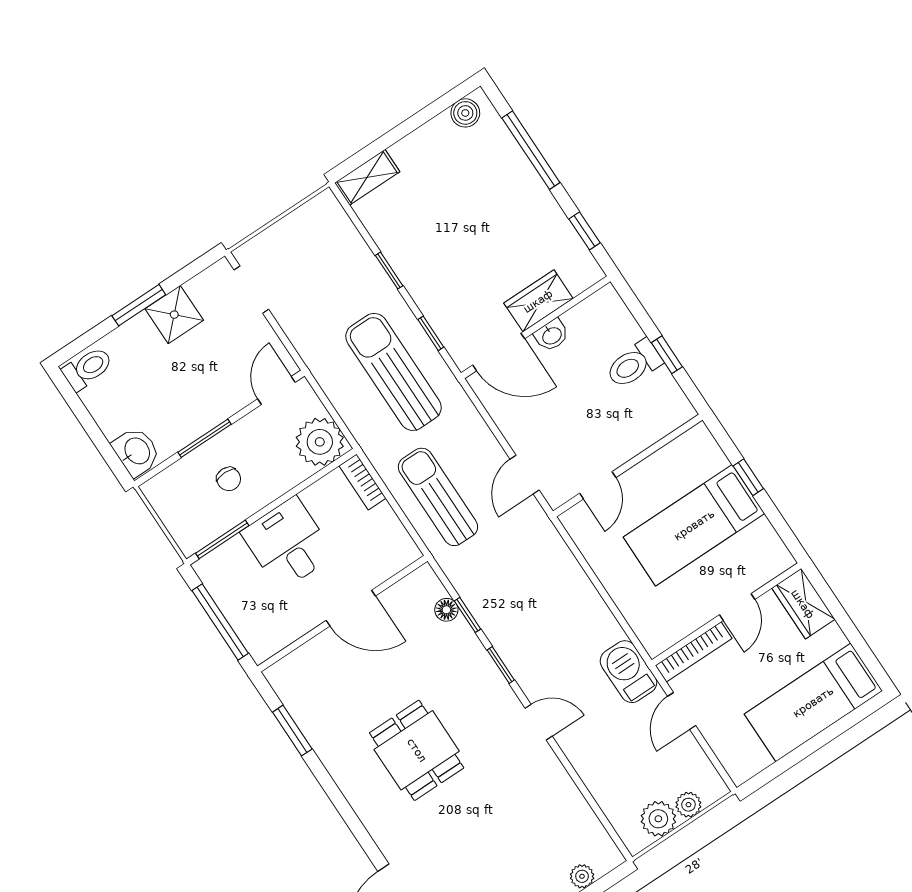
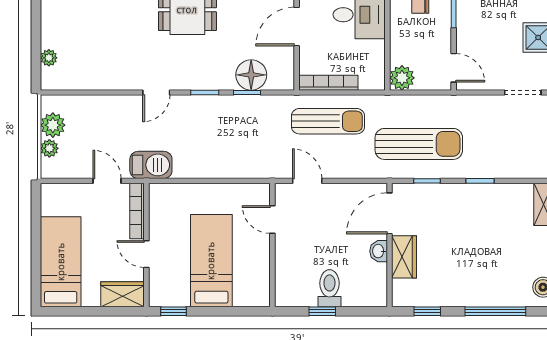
plant: (320, 442) -> (402, 78), width x0.73, depth x0.73
window: (748, 477) -> (174, 311), moved
bookcase: (362, 482) -> (328, 83), moved, width x1.56
floor lamp: (446, 610) -> (251, 75), width x1.89, depth x1.89

